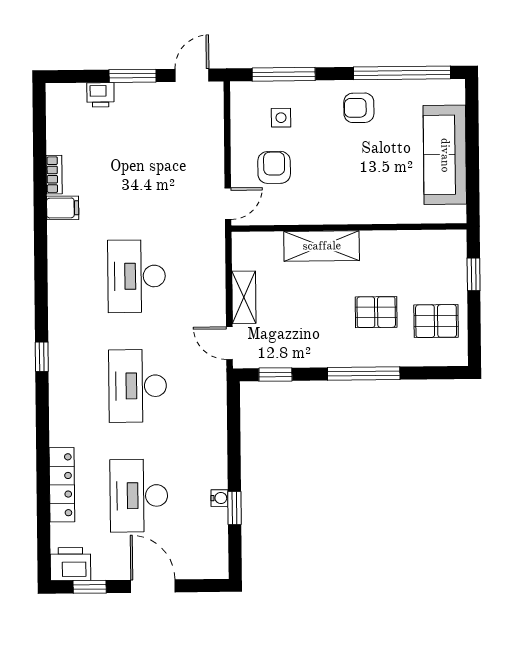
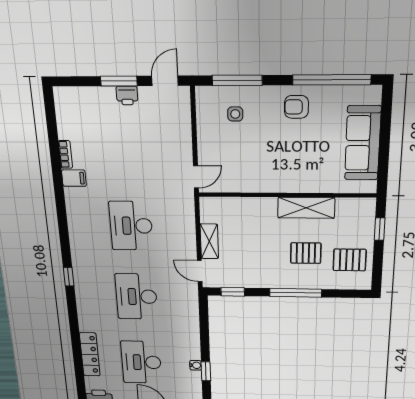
printer: (100, 95) -> (127, 95), moved
armchair: (274, 167) -> (230, 151), removed
shelving: (322, 246) -> (306, 208), moved

